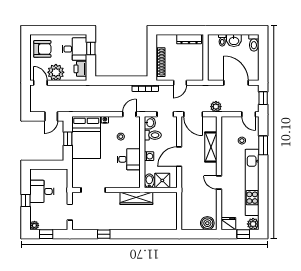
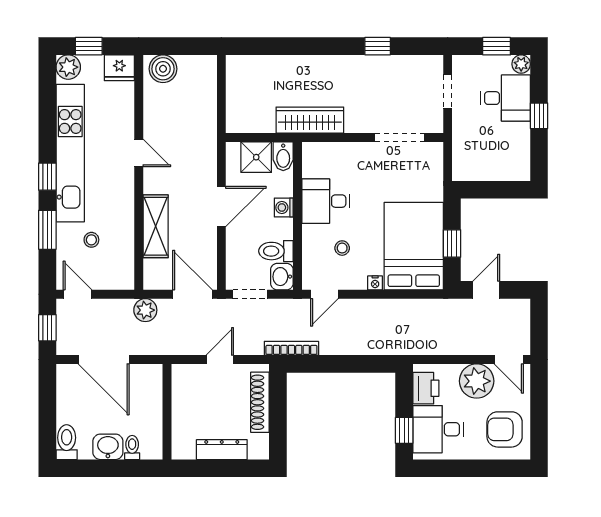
dresser: (189, 39) -> (222, 450), moved
window: (263, 171) -> (47, 177), added
desk: (42, 191) -> (505, 98), moved

